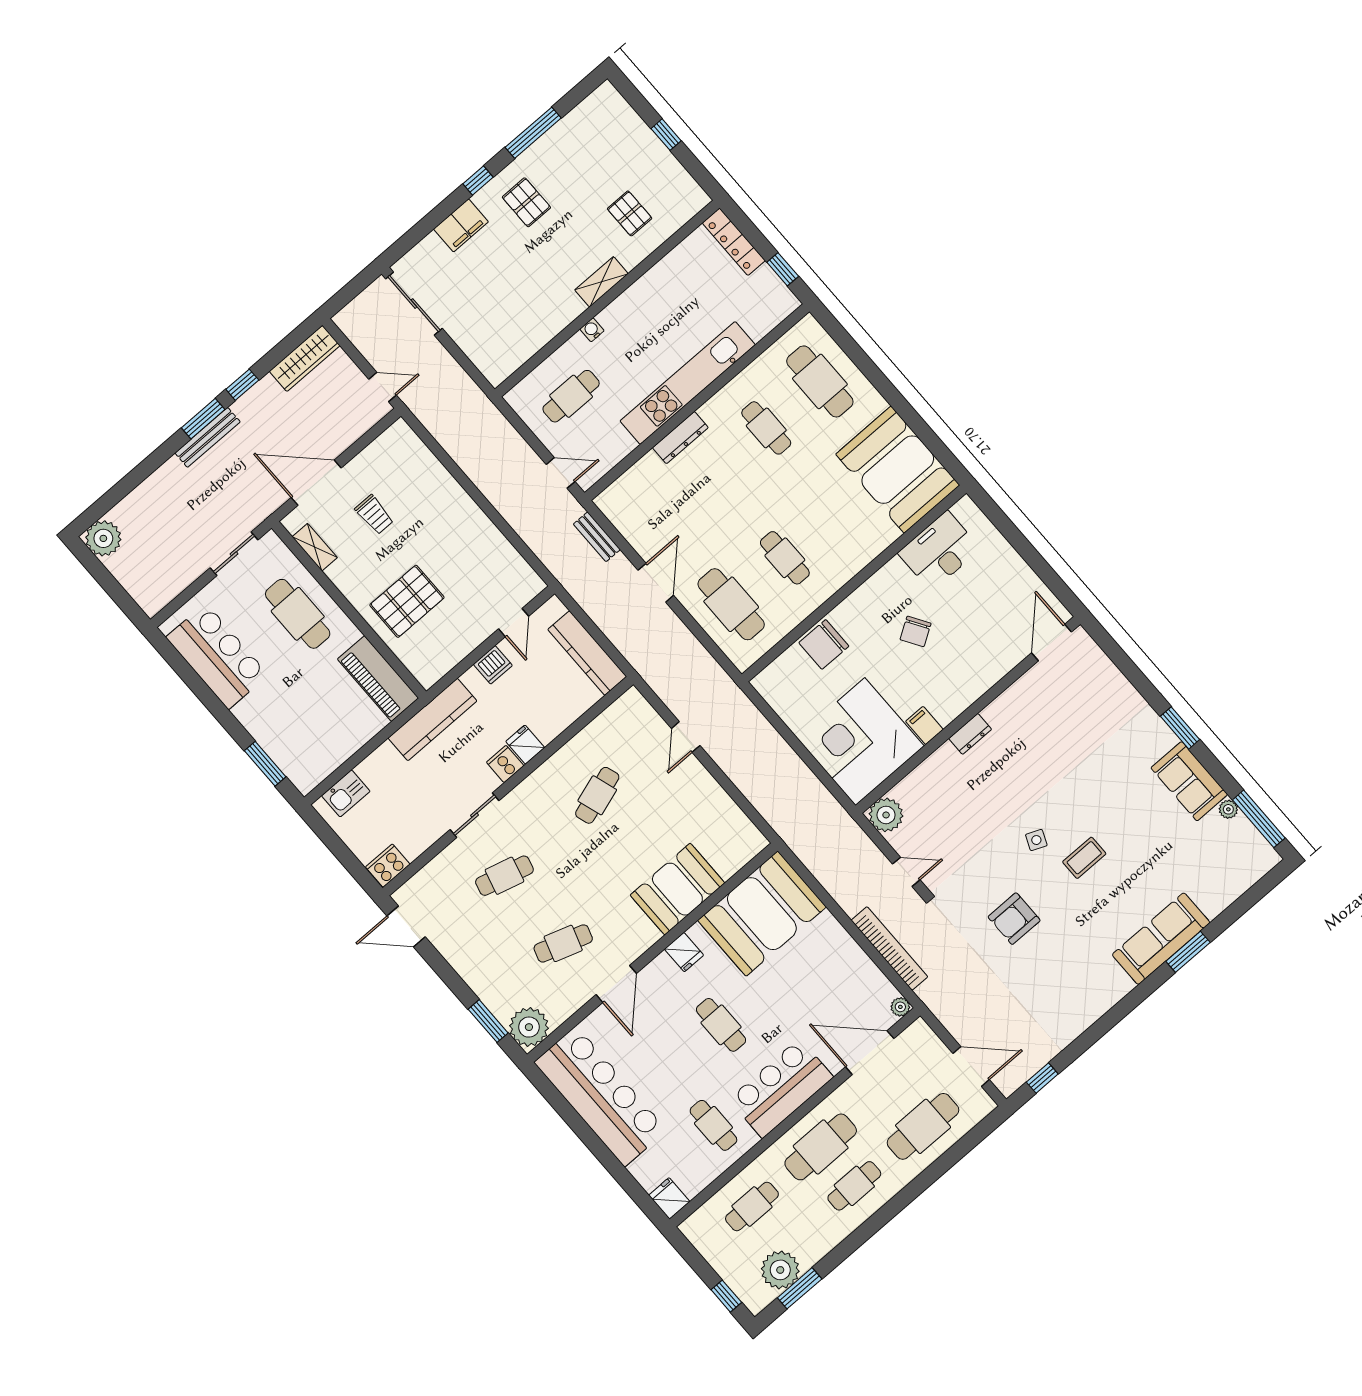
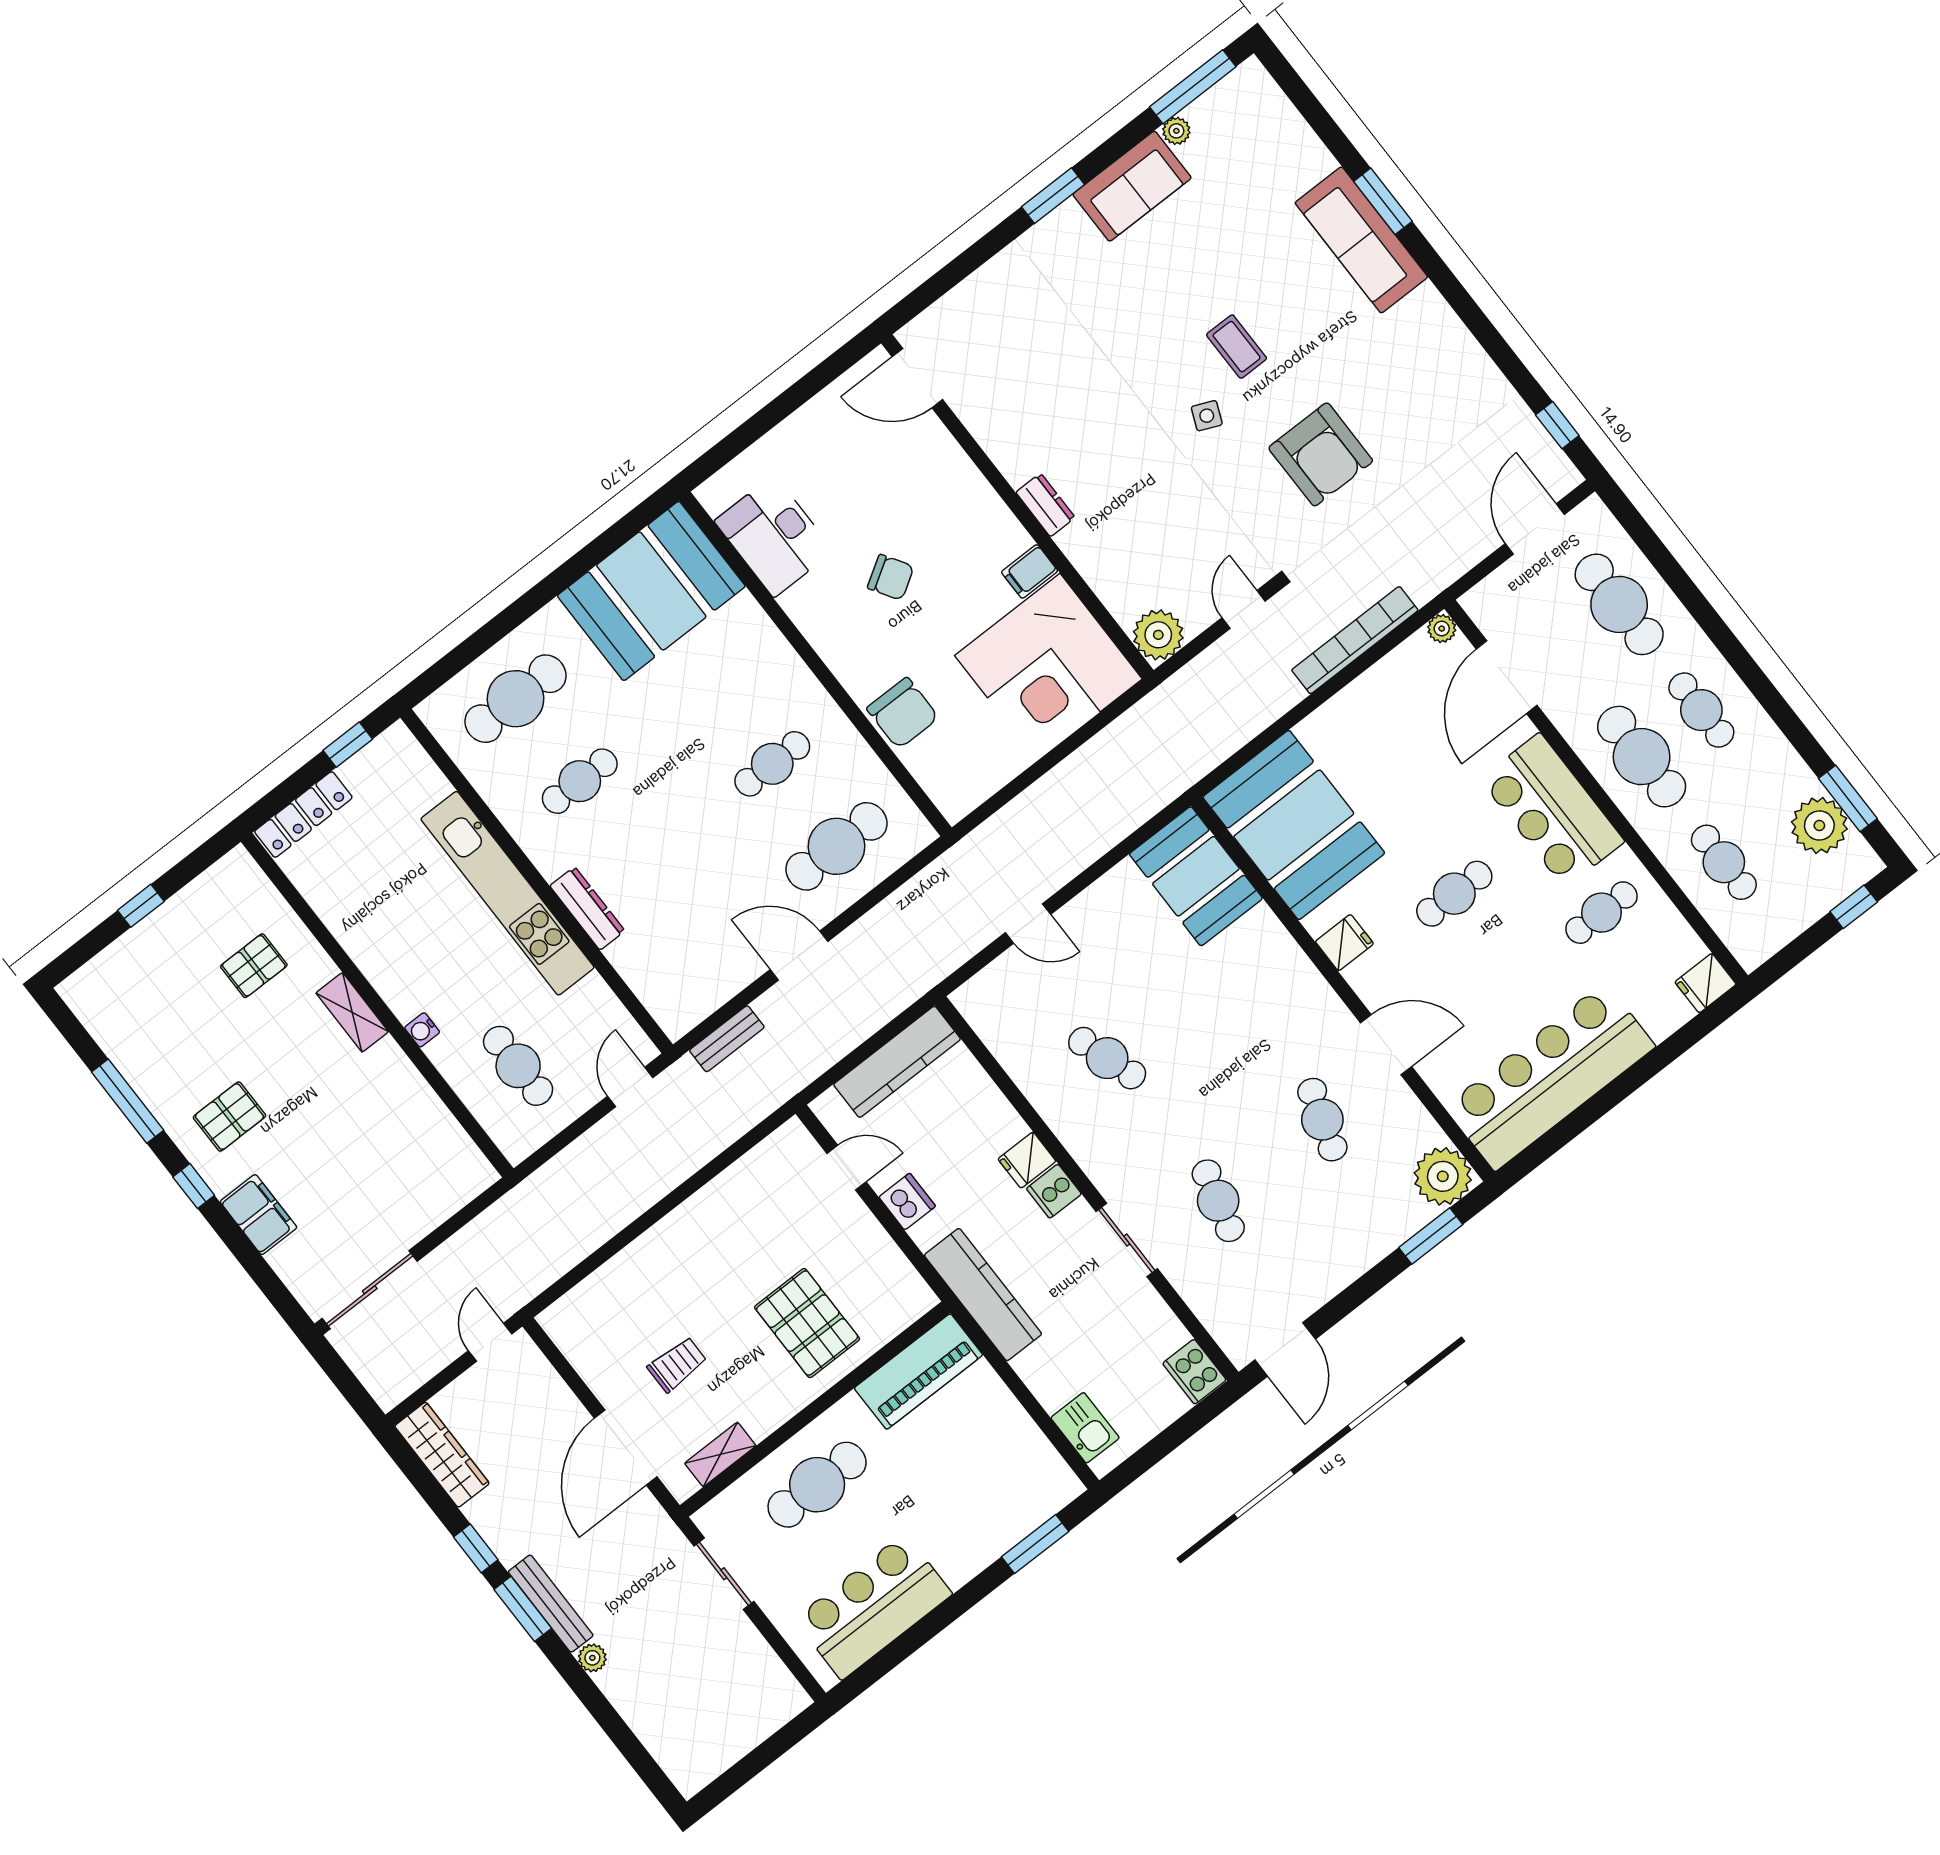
plant: (103, 538) -> (592, 1658), moved, width x0.53, depth x0.53
booth: (677, 889) -> (1196, 876), moved
armchair: (1014, 919) -> (1321, 454), width x1.36, depth x1.36

